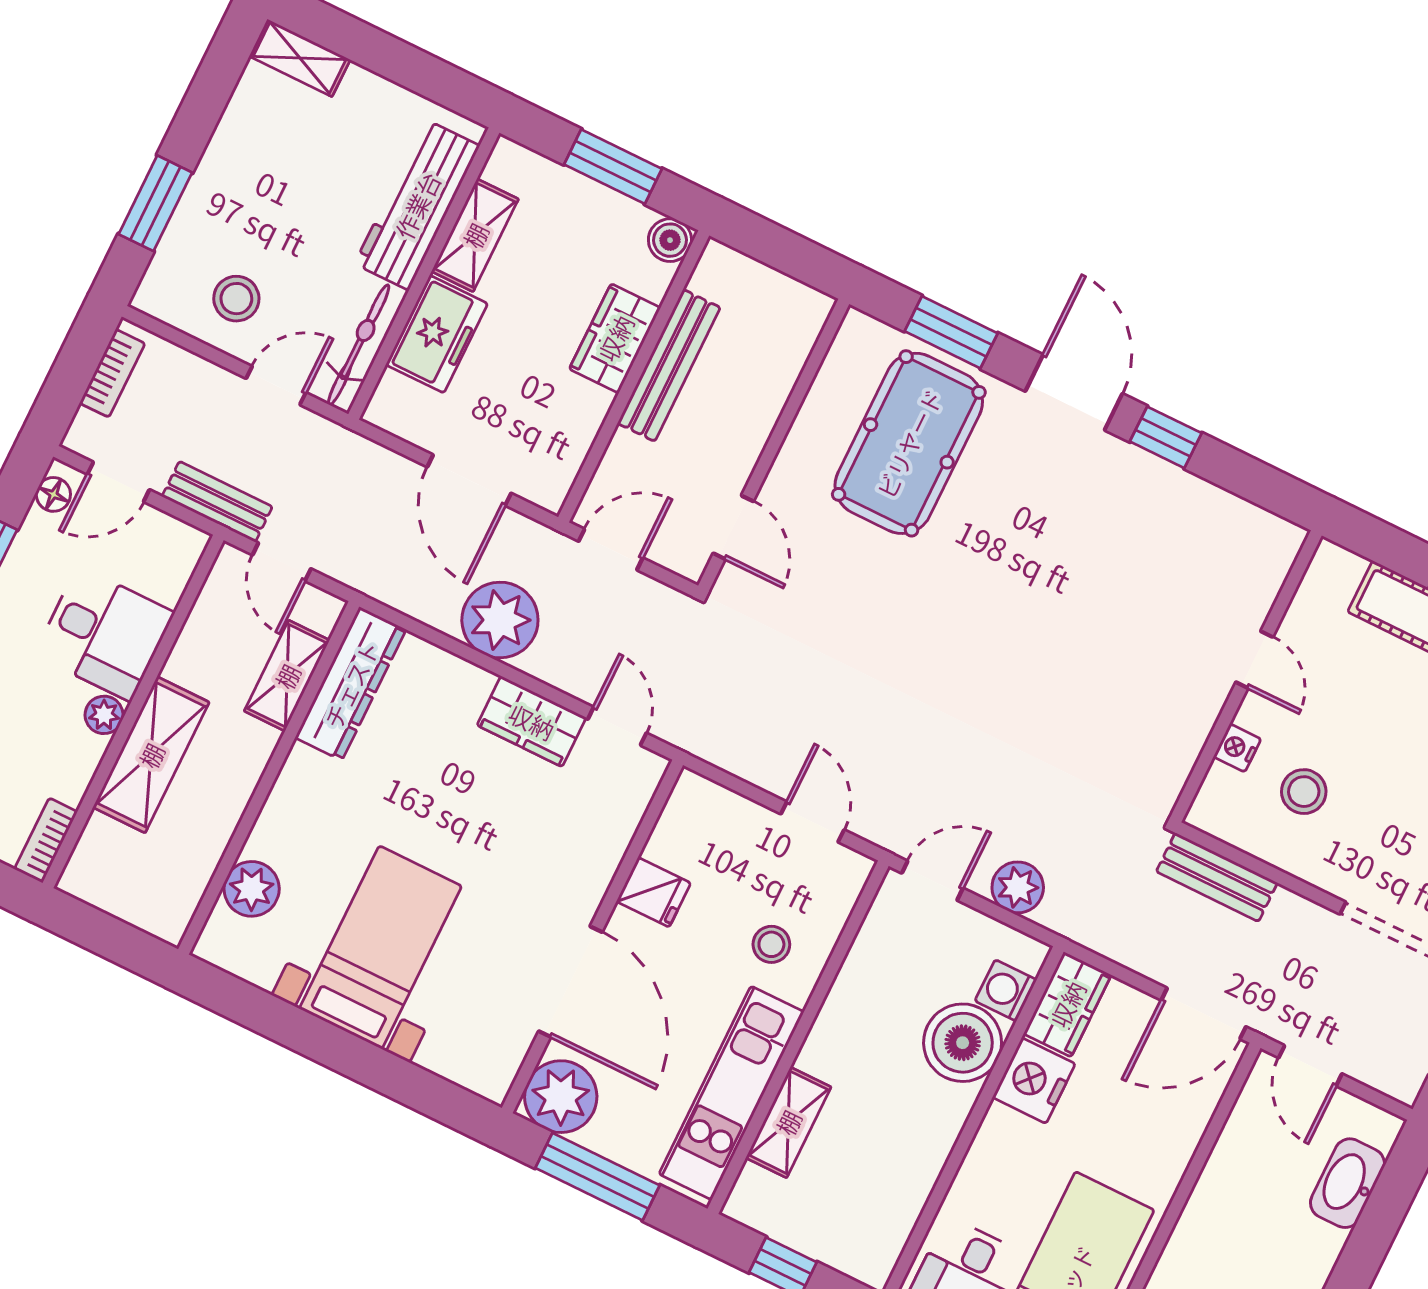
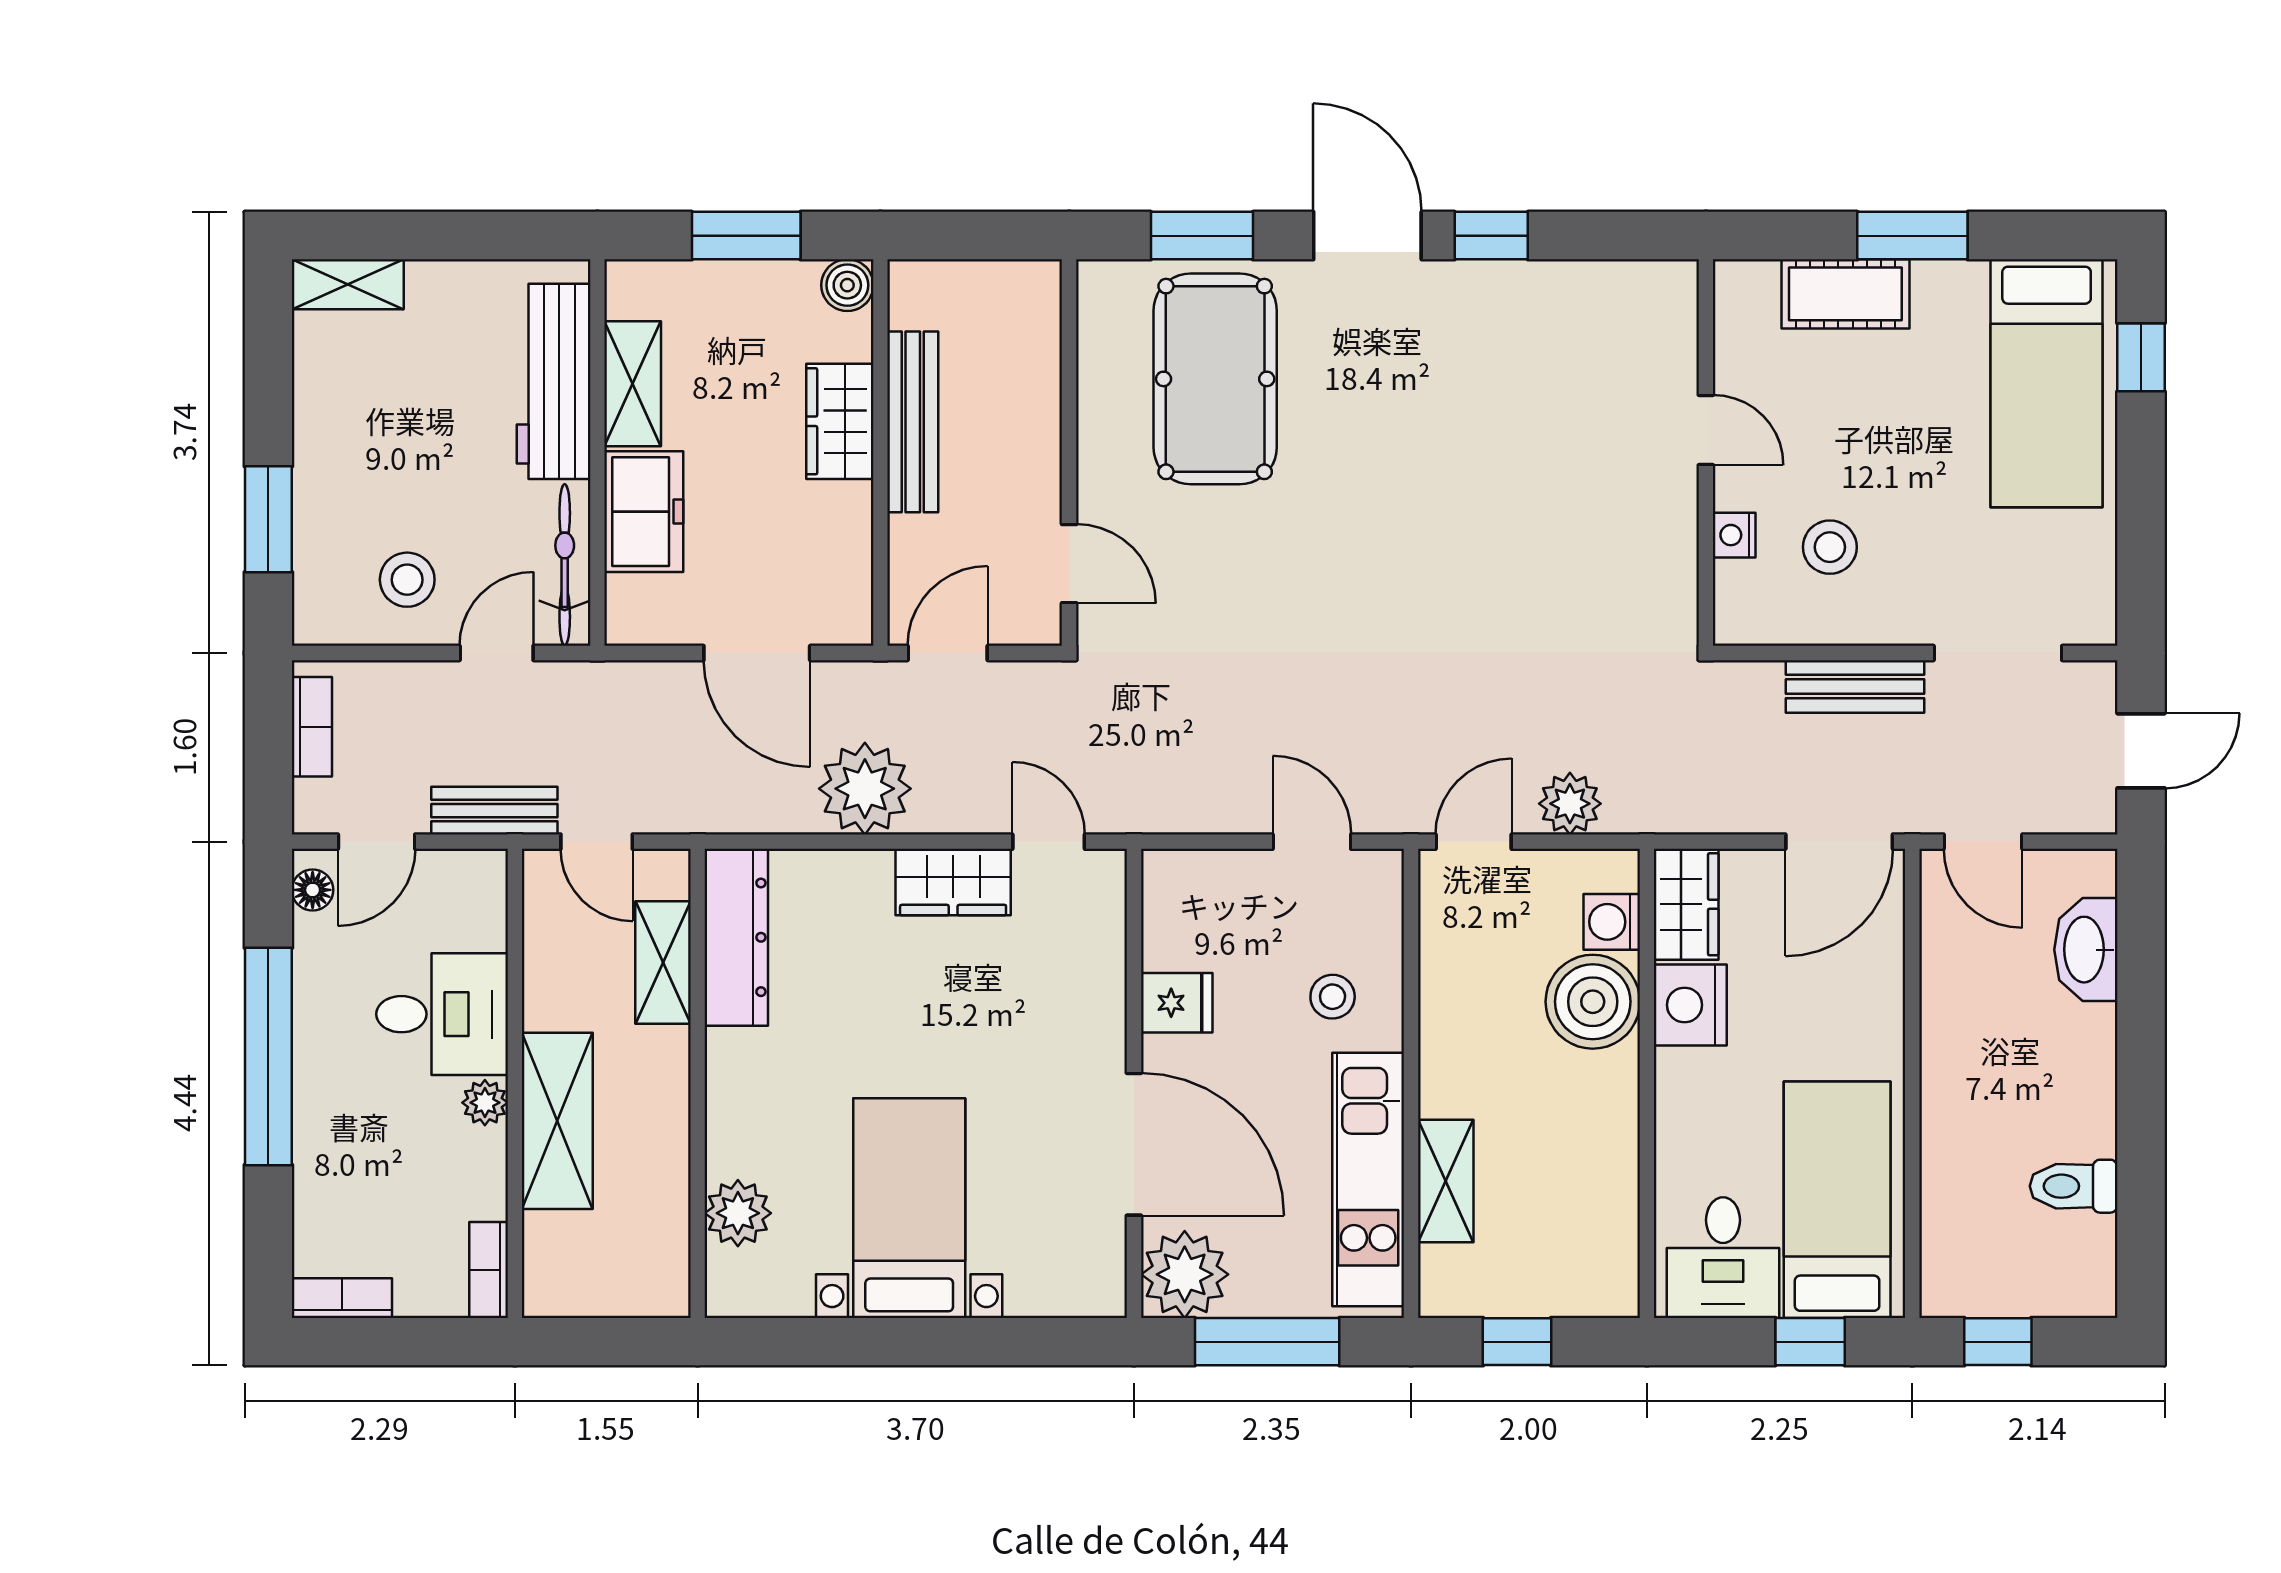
bench: (1217, 877) -> (1855, 686), moved

